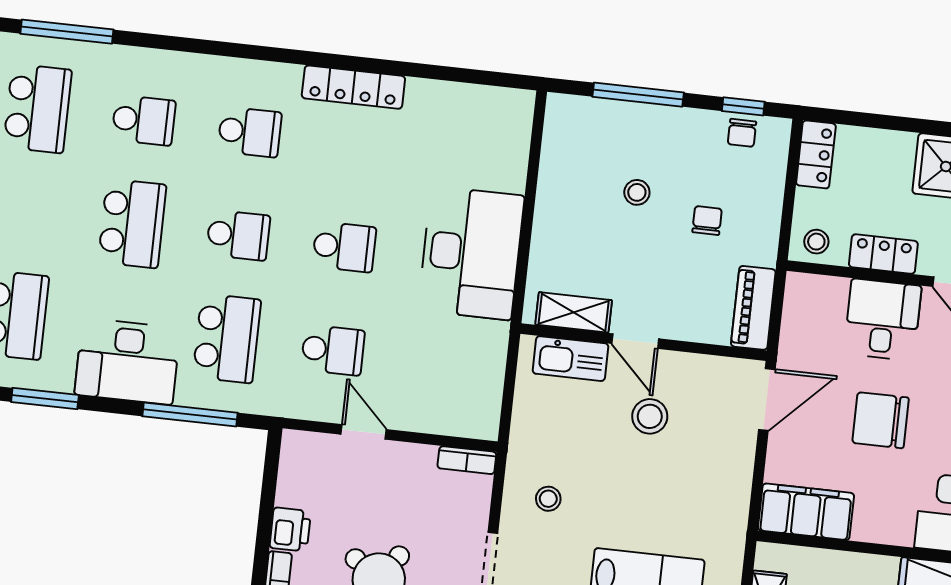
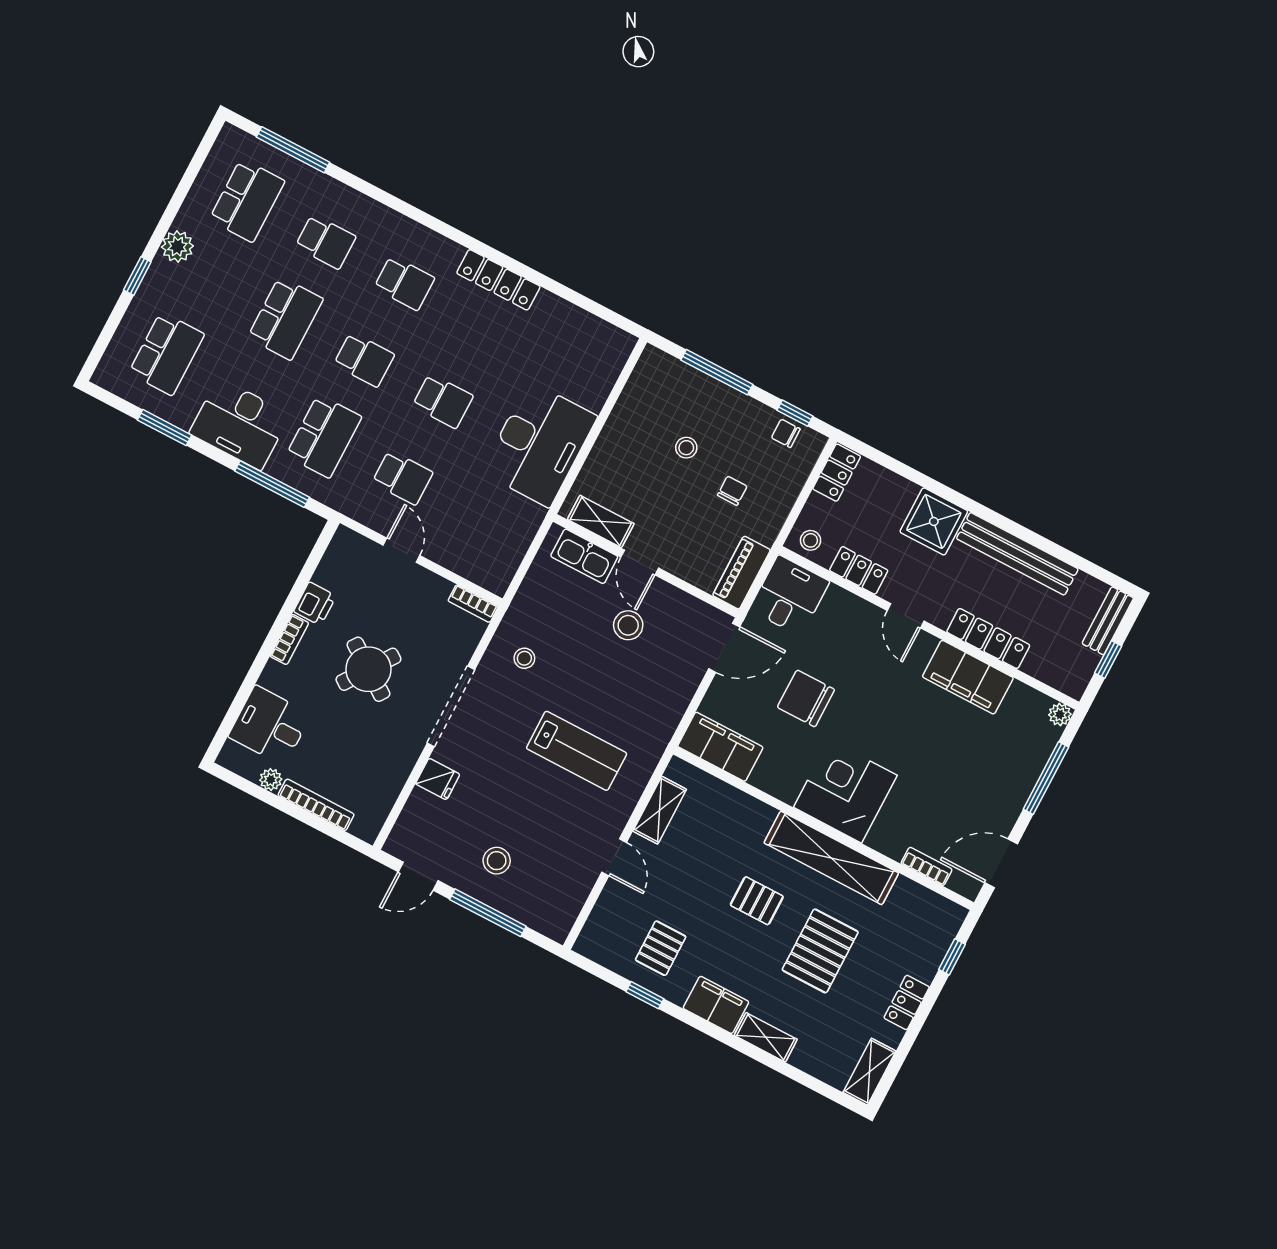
chair: (742, 133) -> (786, 433), turned 90
desk: (883, 320) -> (790, 596), moved

